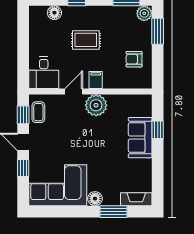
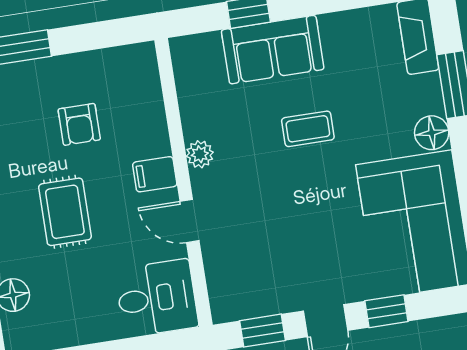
armchair: (134, 59) -> (79, 124), moved
plant: (96, 105) -> (200, 154), width x0.53, depth x0.53
coffee table: (38, 112) -> (308, 129), moved

